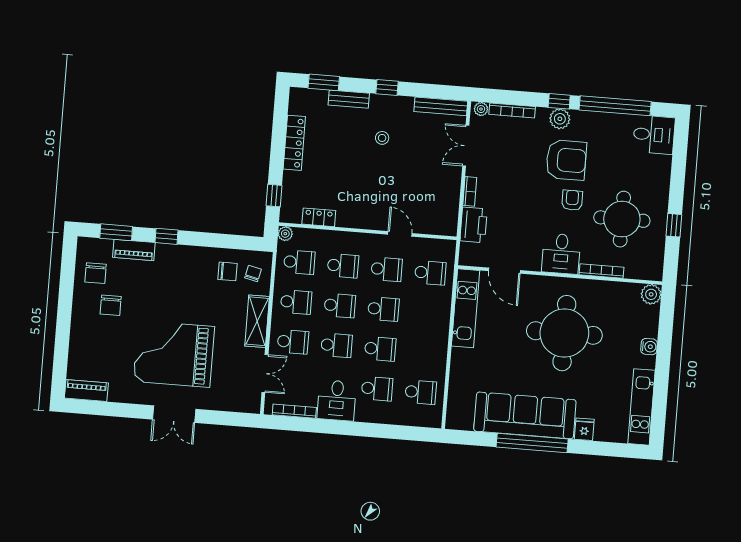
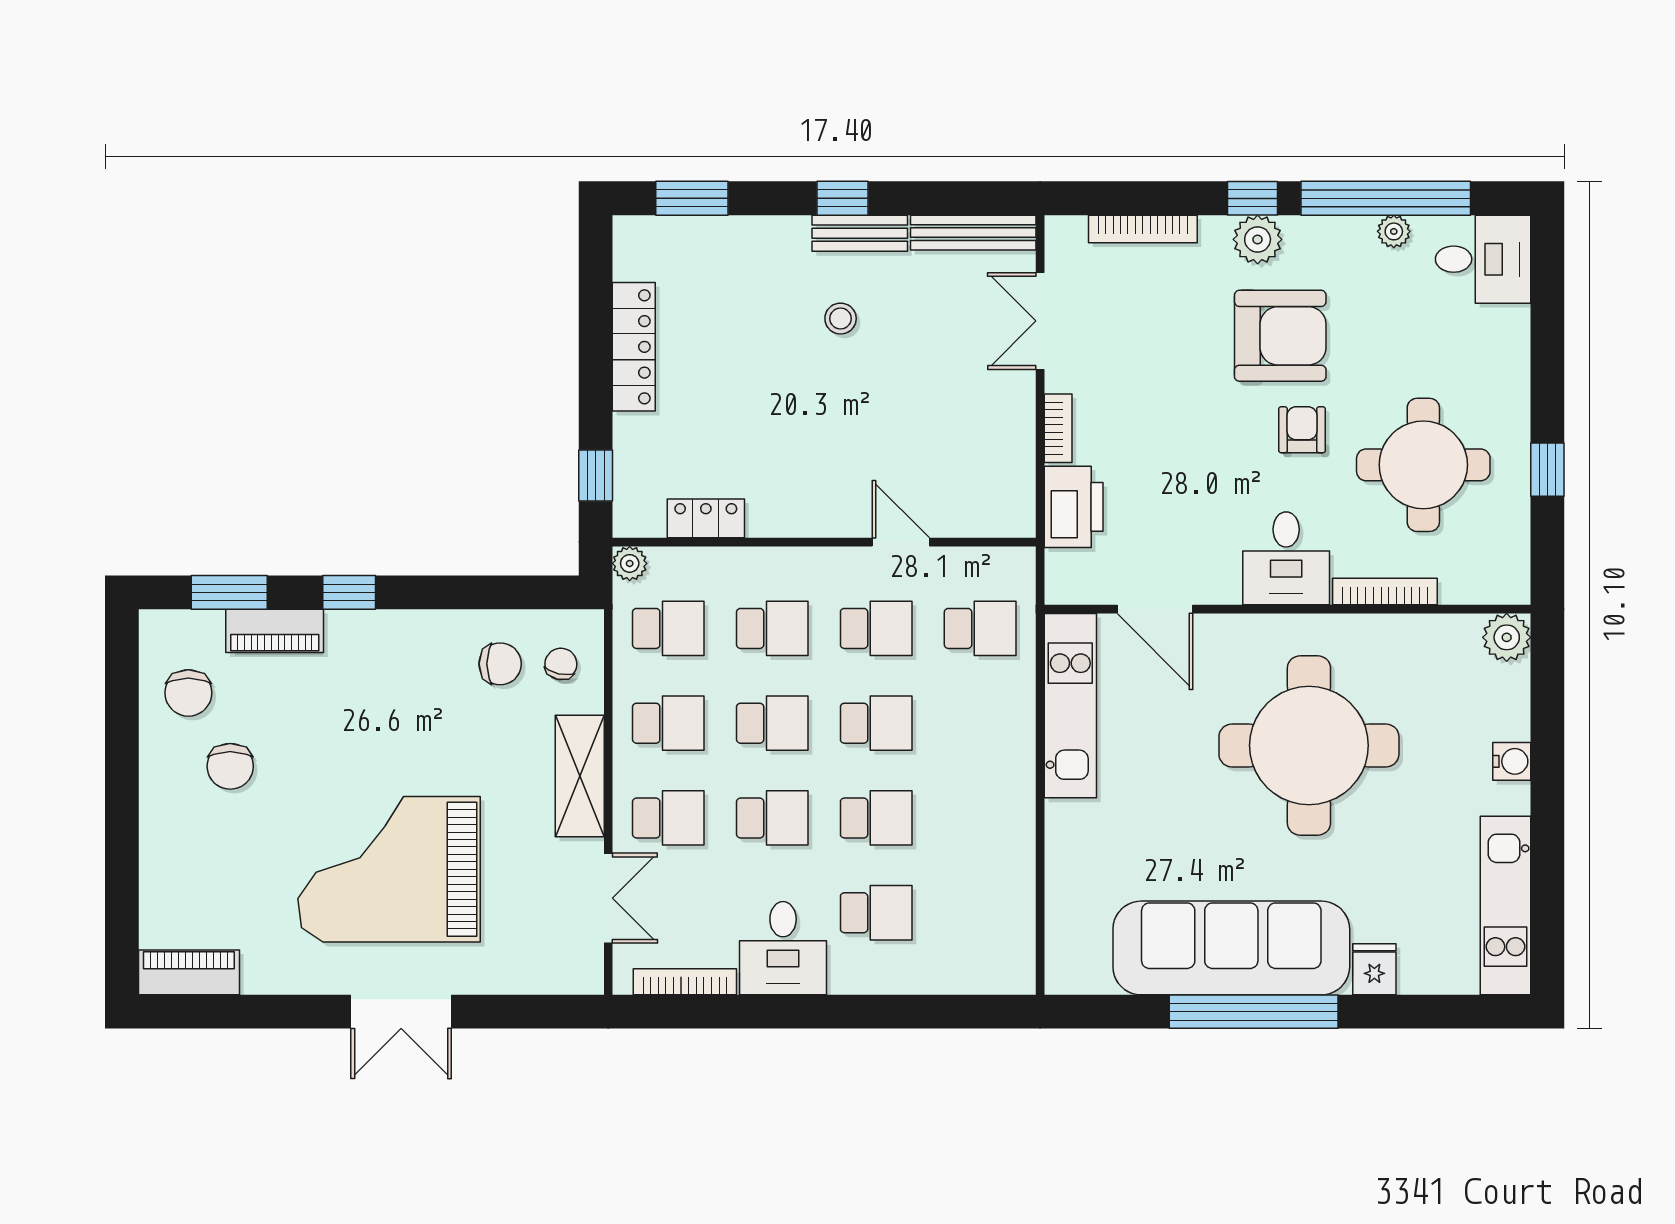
bench: (349, 99) -> (860, 233), moved
plant: (481, 109) -> (1394, 231), moved
school desk: (421, 392) -> (980, 913), removed

